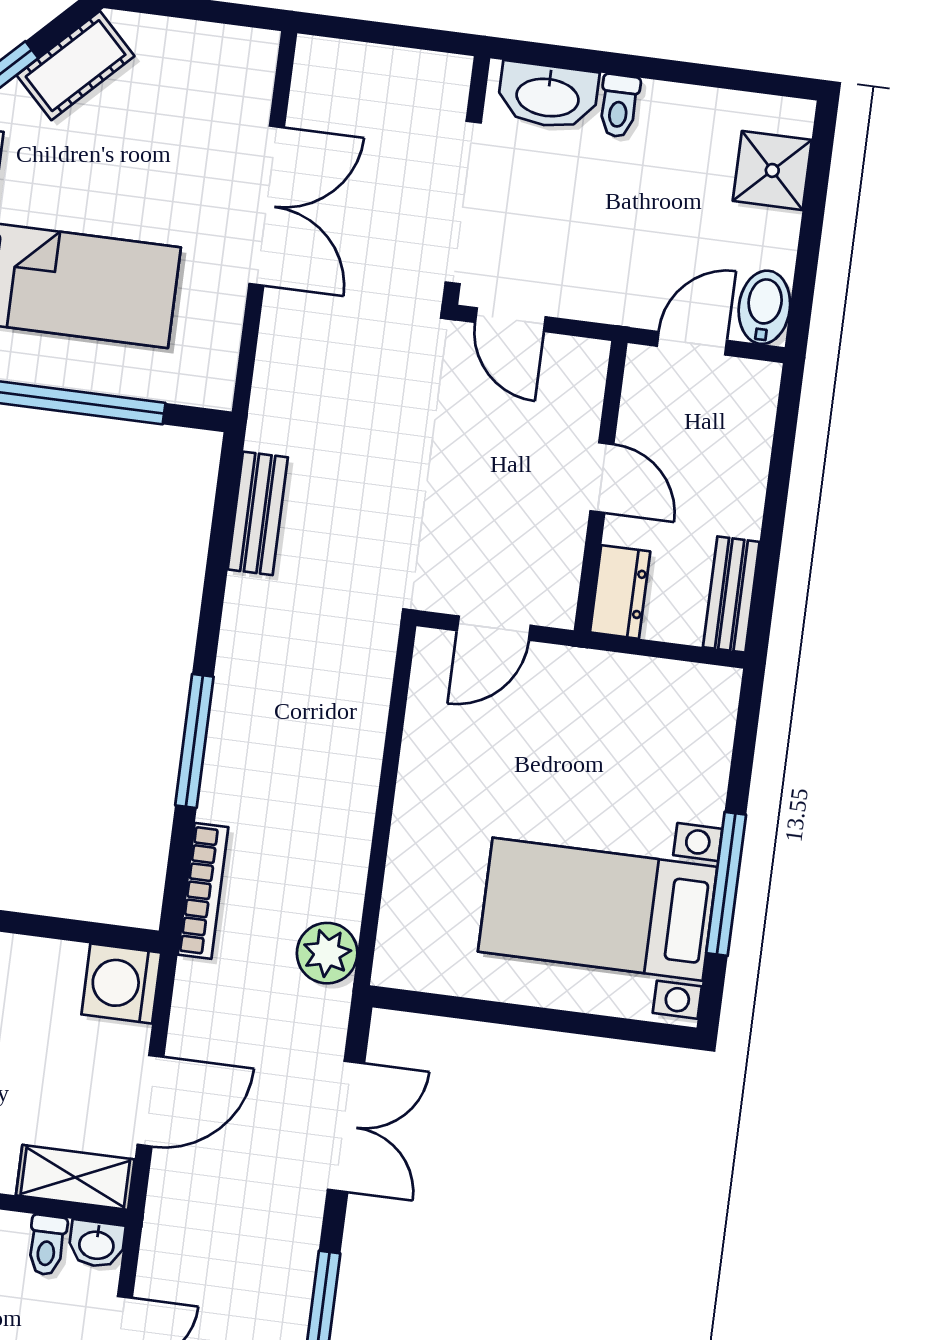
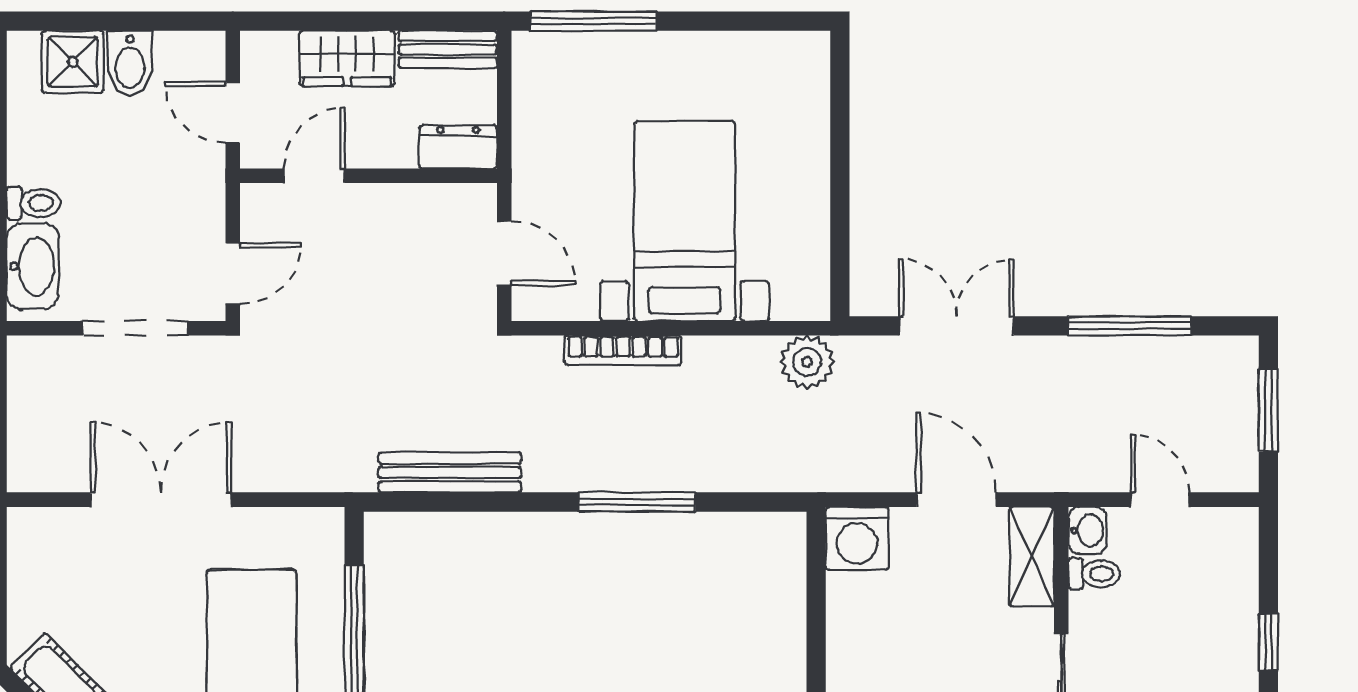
doorway: (463, 203) -> (136, 328), width x0.73
bidet: (764, 307) -> (130, 63), moved, turned -90
door: (602, 478) -> (314, 176), moved
wardrobe: (736, 480) -> (347, 58), added
bench: (258, 513) -> (450, 472), width x1.36
window: (726, 884) -> (593, 21), moved
bookcase: (203, 891) -> (623, 350), moved, turned 180
bed with nightstands: (598, 909) -> (685, 221), moved, turned 180

